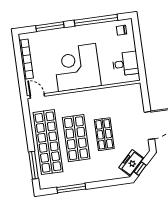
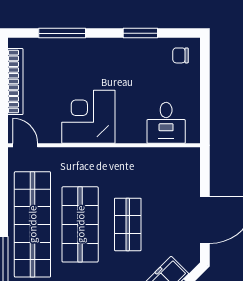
window: (96, 20) -> (140, 33), width x0.47
desk: (126, 64) -> (166, 123), moved, turned 90
corner desk: (77, 67) -> (88, 117), width x0.74, depth x0.74

